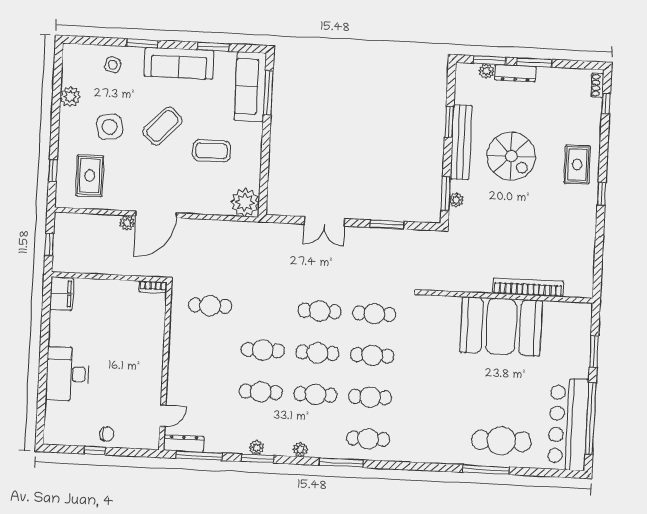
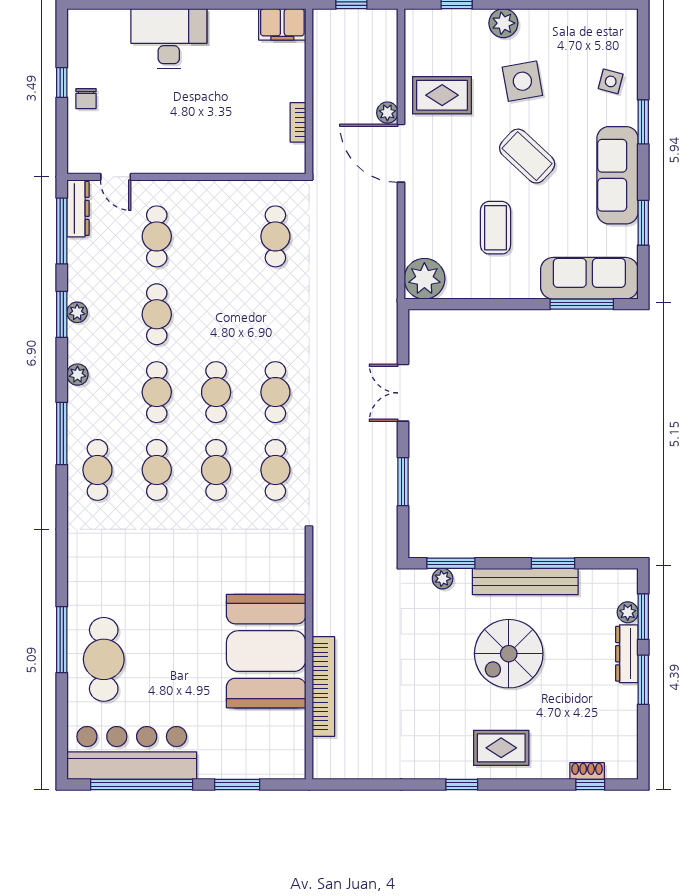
shoe rack: (597, 85) -> (587, 771), moved
plant: (70, 97) -> (503, 23), moved
rug: (90, 176) -> (442, 95), moved
bookcase: (153, 287) -> (298, 122), moved
cafe table: (263, 350) -> (157, 236), moved

